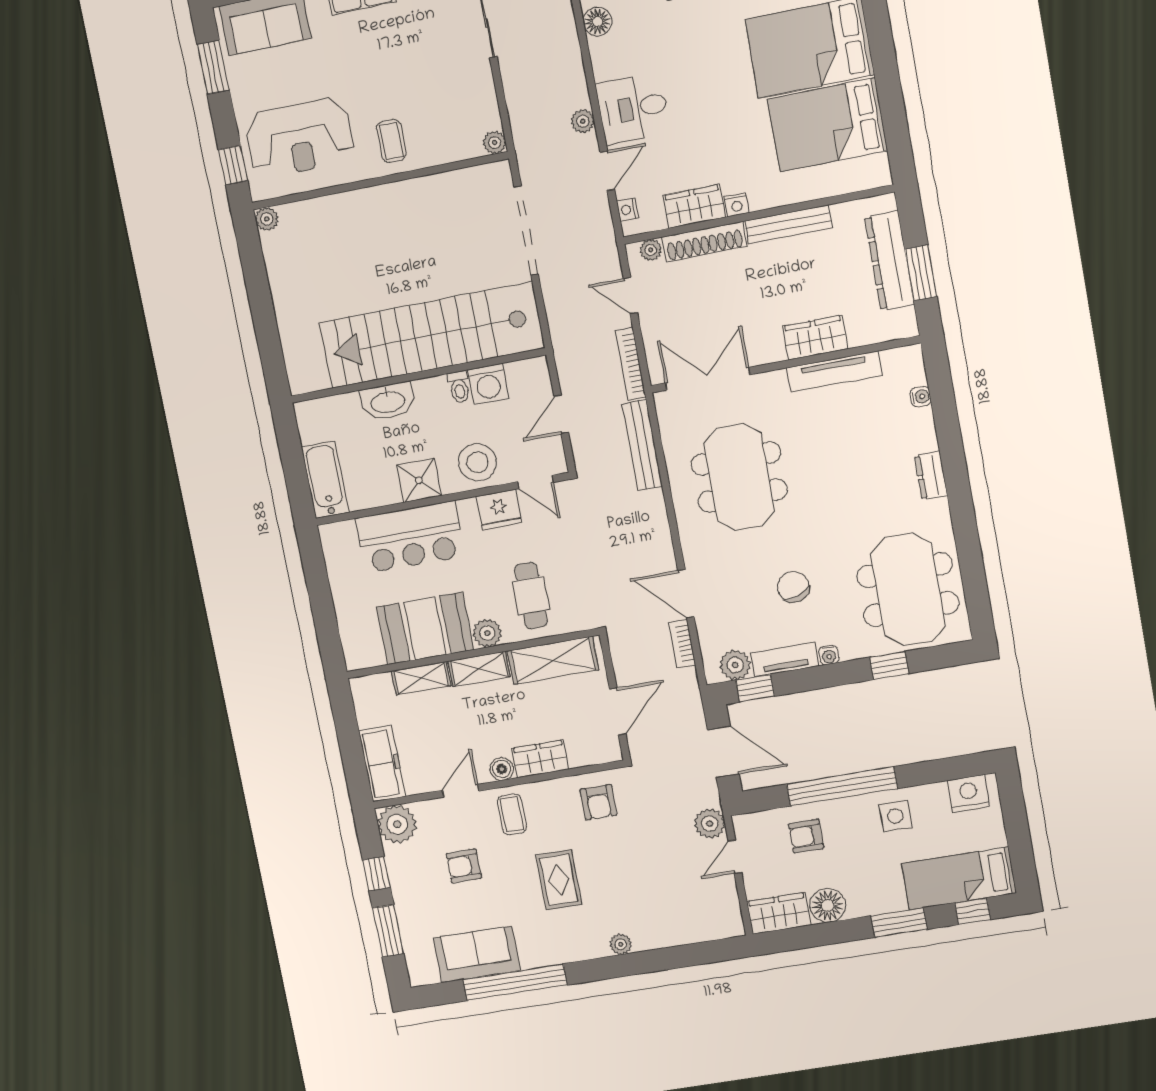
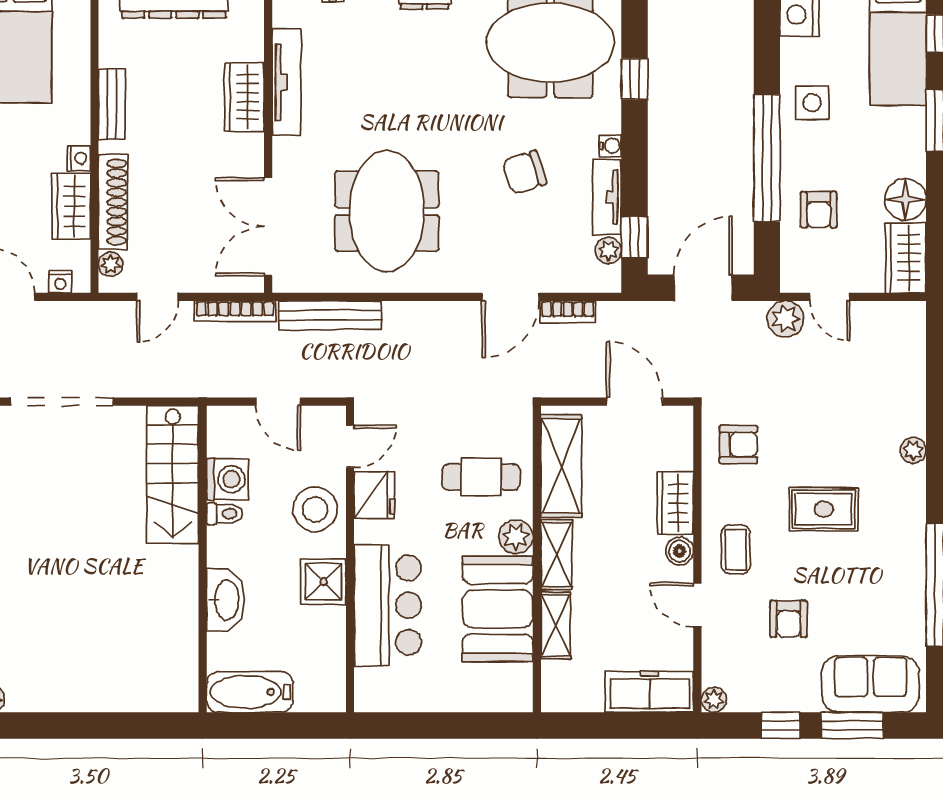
bench: (788, 224) -> (112, 104), width x0.73
stairs: (432, 335) -> (173, 475), width x0.54, depth x0.66
meeting table: (739, 477) -> (387, 211), turned 90
bathtub: (325, 480) -> (250, 692), moved
plant: (735, 665) -> (608, 250), width x0.73, depth x0.73
coffee table: (512, 814) -> (736, 549), turned 90
plant: (397, 824) -> (714, 700), width x0.53, depth x0.53
sofa: (477, 954) -> (870, 684), moved, turned 90

